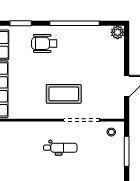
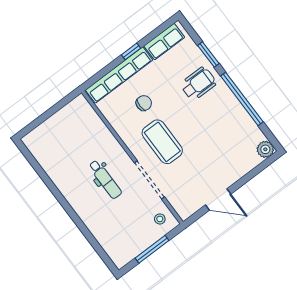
window: (21, 23) -> (208, 54), moved
wheelchair: (44, 43) -> (198, 84), turned 90
chair: (31, 87) -> (144, 103), added

